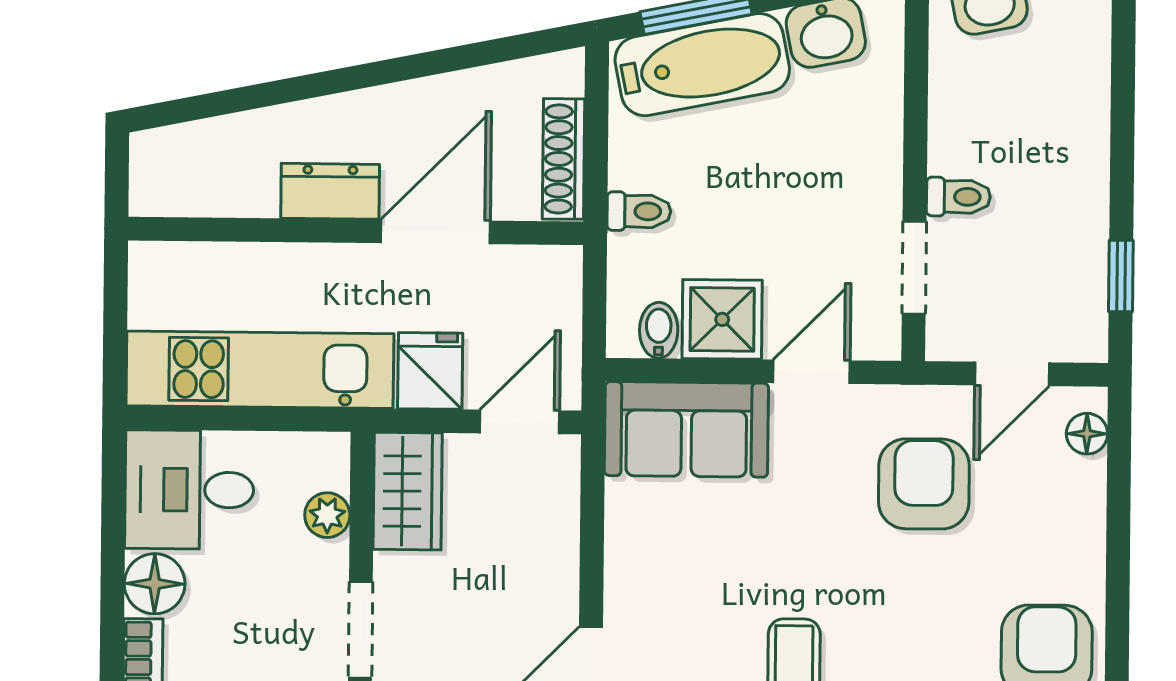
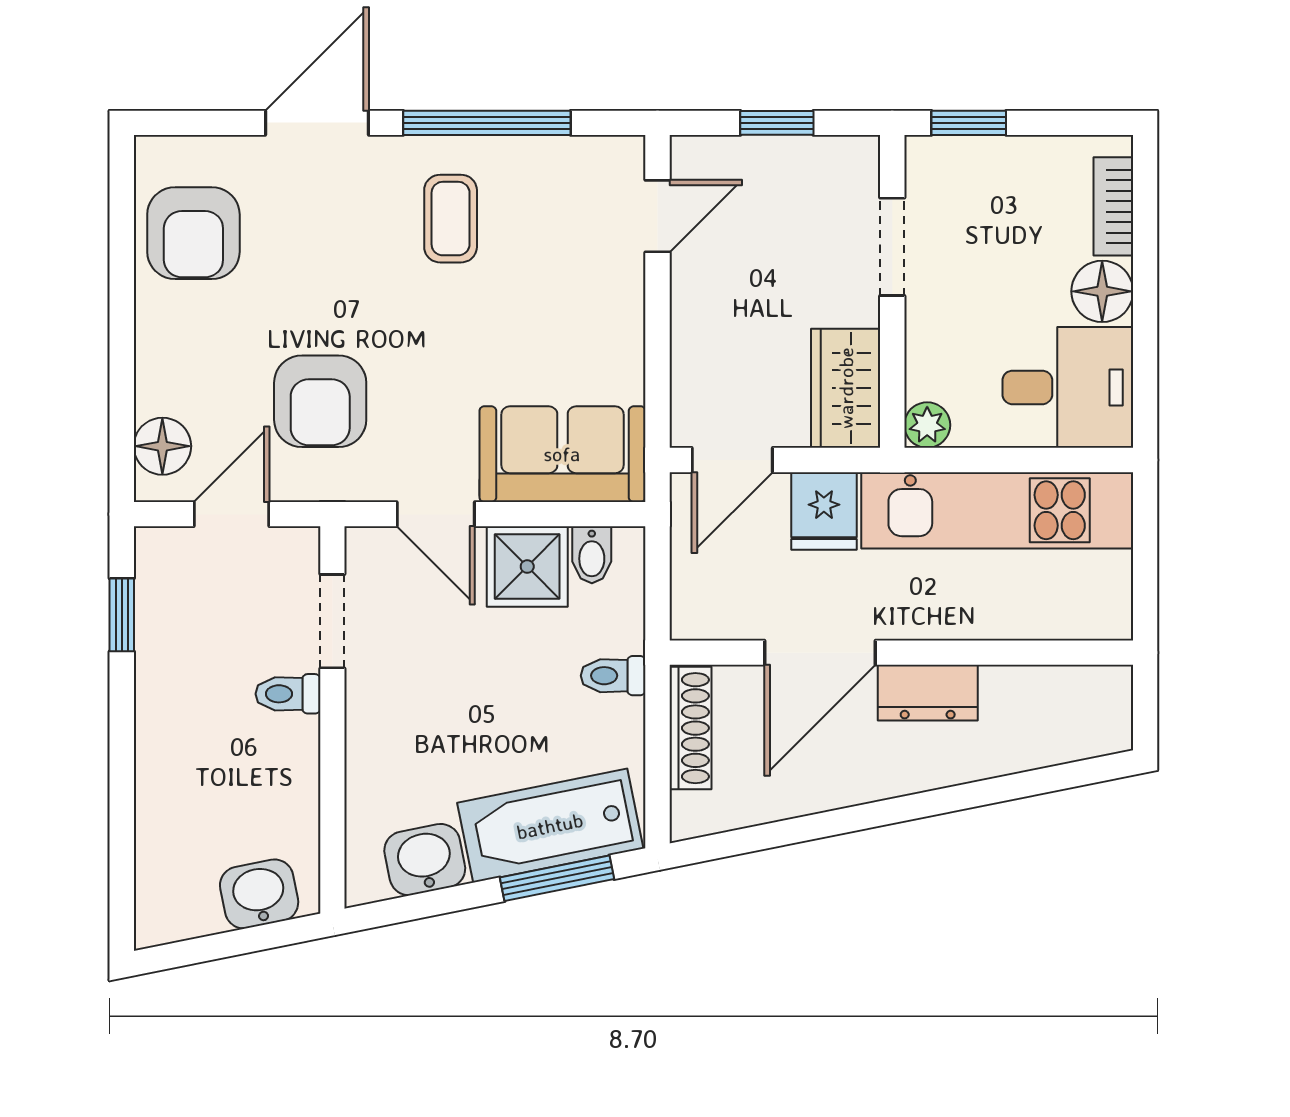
door: (811, 372) -> (436, 514), hinge flipped
floor lamp: (1087, 434) -> (162, 446), width x1.37, depth x1.37
plant: (327, 515) -> (927, 425), moved

